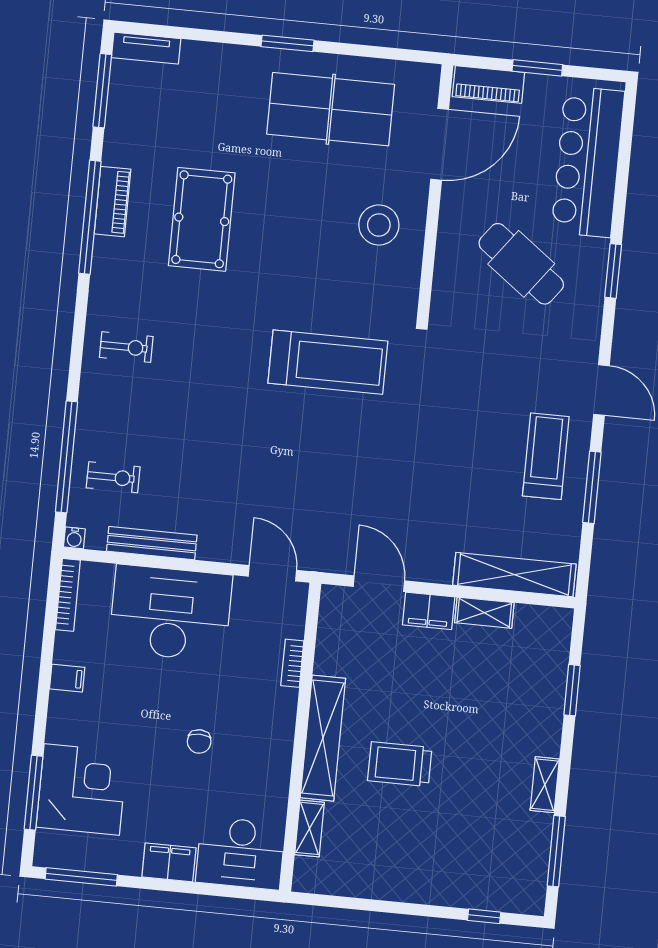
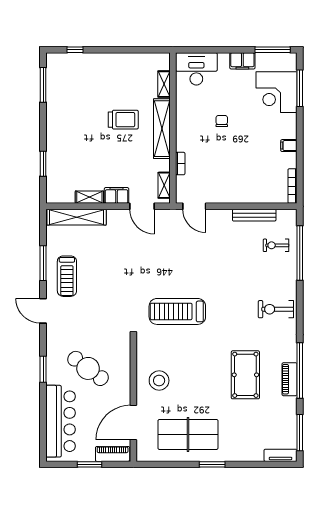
exercise bike: (126, 347) -> (276, 309), width x1.38, depth x1.39
water cooler: (74, 538) -> (292, 214), removed
desk: (170, 613) -> (242, 182), removed
shelving: (545, 785) -> (164, 185), moved
filing cabinet: (169, 862) -> (242, 61), moved

